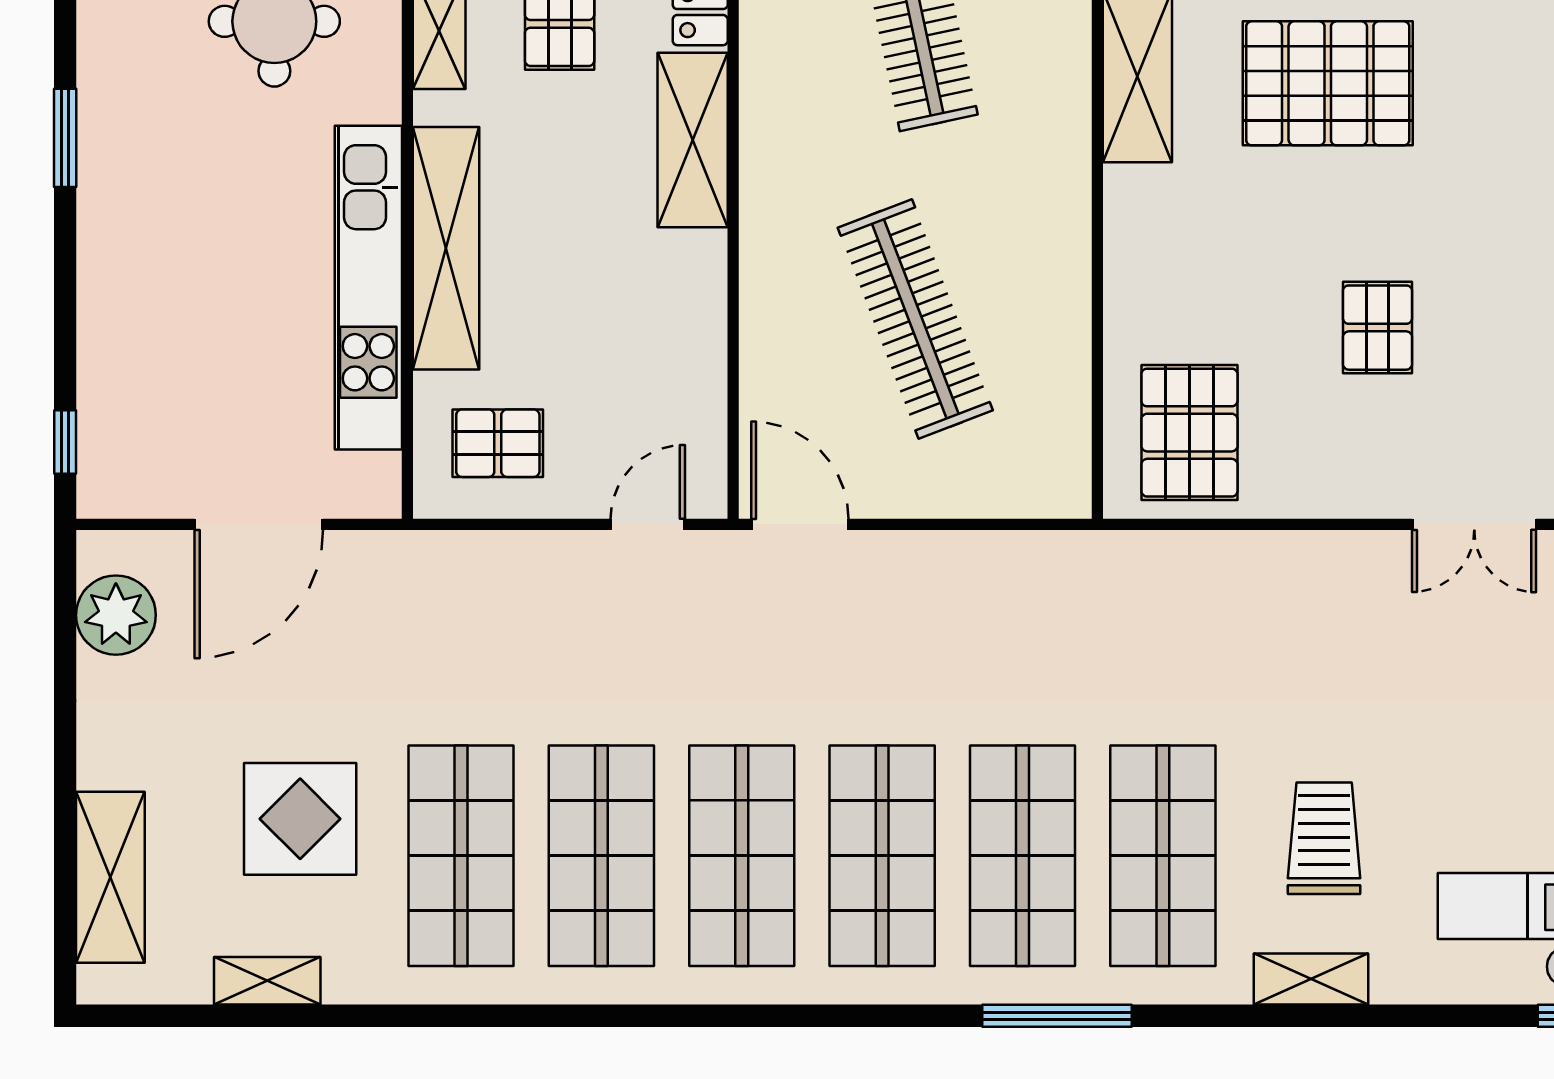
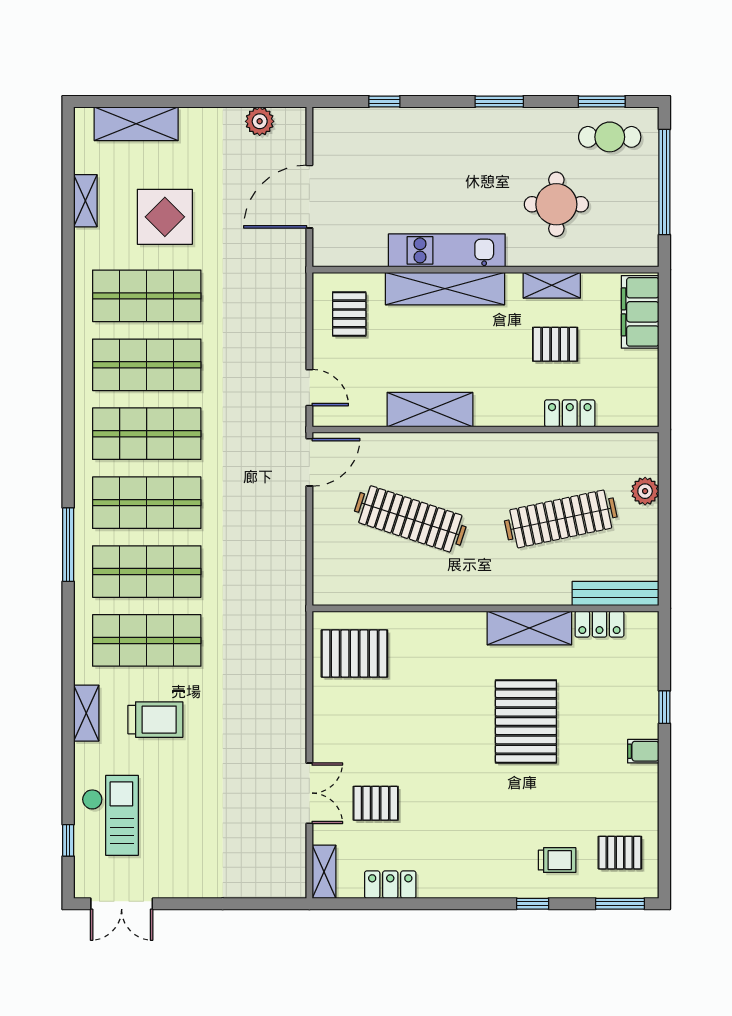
shelving: (693, 140) -> (430, 410), moved
kitchen unit: (368, 288) -> (447, 250), width x0.73
clothes rail: (915, 319) -> (410, 519), turned 39
pallet: (1377, 328) -> (376, 803), moved
window: (65, 442) -> (384, 102), moved
door: (259, 524) -> (309, 197), hinge flipped
double door: (1474, 524) -> (309, 793), swing flipped
plant: (116, 615) -> (260, 121), width x0.73, depth x0.73
window: (1057, 1016) -> (68, 545), moved

